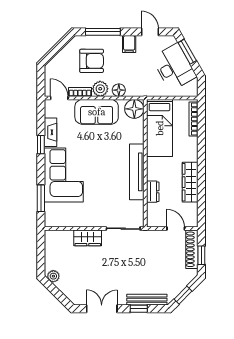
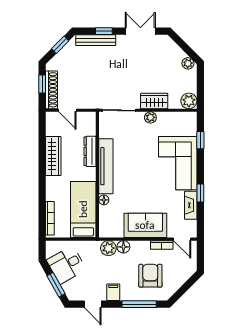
armchair: (92, 61) -> (150, 276), turned 90
desk: (174, 67) -> (66, 265), width x0.73
plant: (100, 89) -> (108, 248), moved
floor lamp: (134, 109) -> (104, 200), moved, width x0.53, depth x0.53
dresser: (153, 192) -> (90, 151), width x1.44
window: (41, 198) -> (200, 140), width x0.67
plant: (91, 221) -> (150, 117), added
plant: (52, 238) -> (189, 101), added
double door: (102, 309) -> (140, 31), swing flipped

